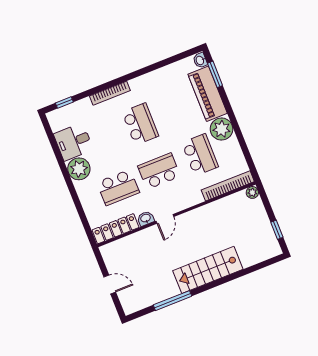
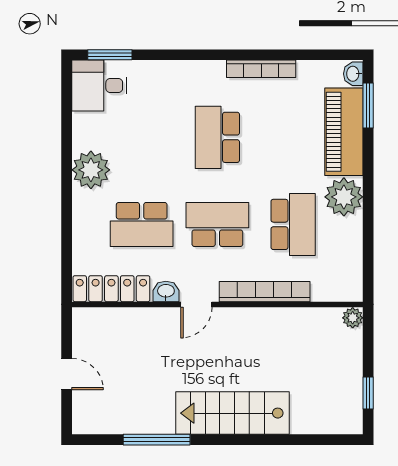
bookcase: (110, 93) -> (261, 69), moved
window: (64, 102) -> (110, 55), width x1.50
school desk: (140, 124) -> (217, 137), turned 180
desk: (73, 142) -> (99, 86), moved
bookcase: (228, 186) -> (265, 292), moved

